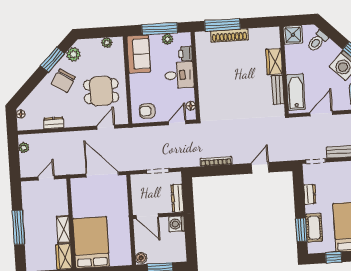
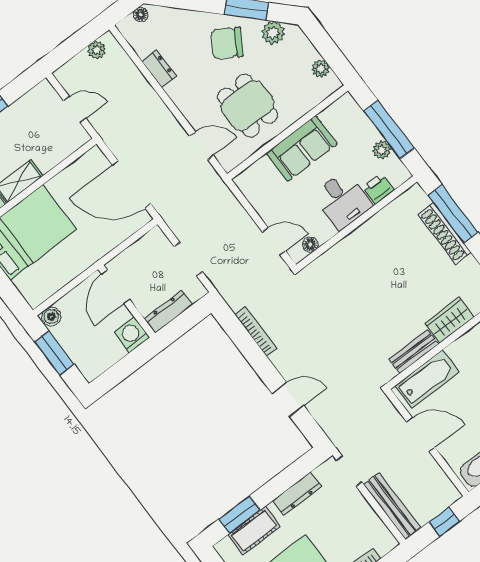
sofa: (139, 54) -> (302, 148), moved
armchair: (147, 111) -> (262, 189), removed
door: (102, 174) -> (132, 185), swing flipped
dresser: (310, 194) -> (297, 494), width x1.44

